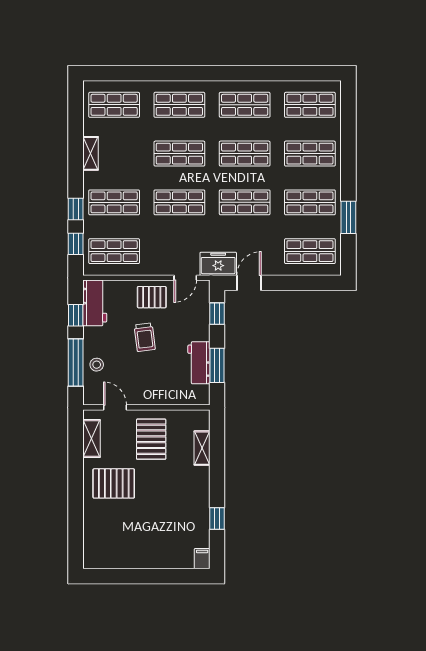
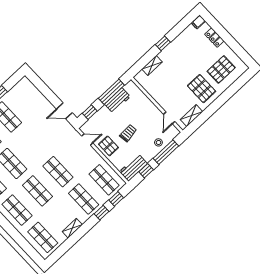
shop shelf: (245, 202) -> (32, 144), removed
shop shelf: (310, 251) -> (27, 98), removed
freezer: (218, 264) -> (68, 131), removed
window: (217, 365) -> (111, 92), width x1.44
pallet: (151, 439) -> (221, 69), moved
window: (217, 519) -> (163, 43), moved
locker: (163, 560) -> (214, 38), added

